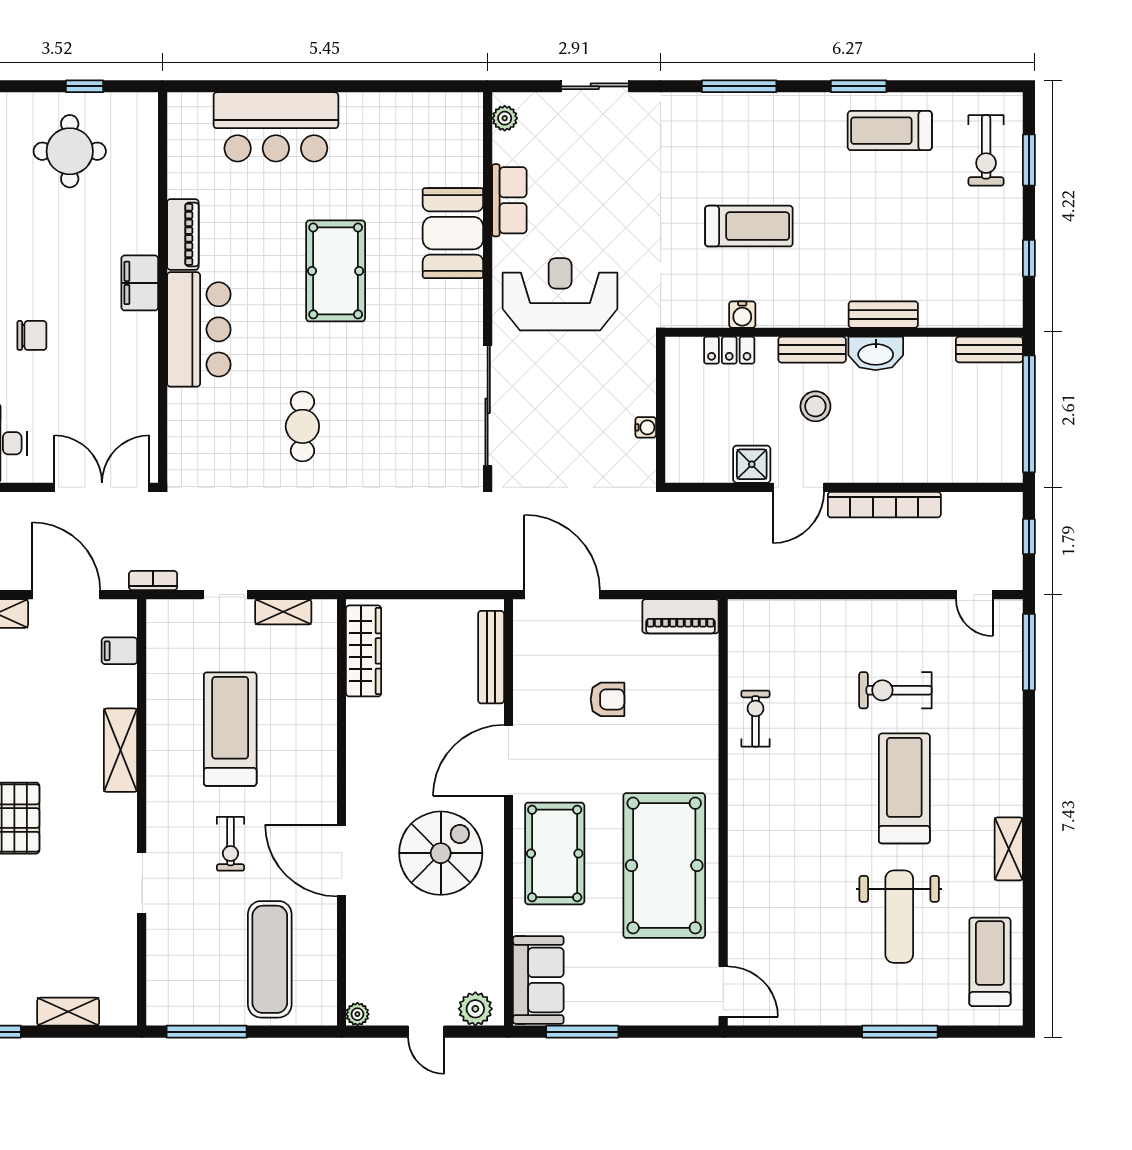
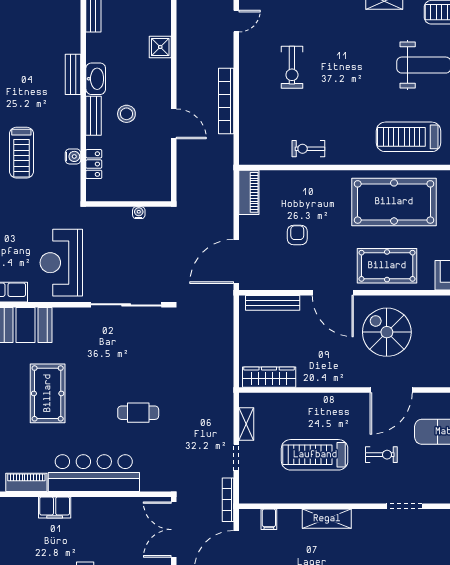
treadmill: (749, 226) -> (21, 153), turned 180
pool table: (336, 271) -> (48, 393), turned 90
bar counter: (199, 329) -> (94, 473), width x1.36
shower: (752, 464) -> (160, 47), moved
bookcase: (884, 505) -> (226, 101), moved, turned 180
bookcase: (153, 581) -> (228, 500), width x1.56
treadmill: (904, 788) -> (408, 137), moved

